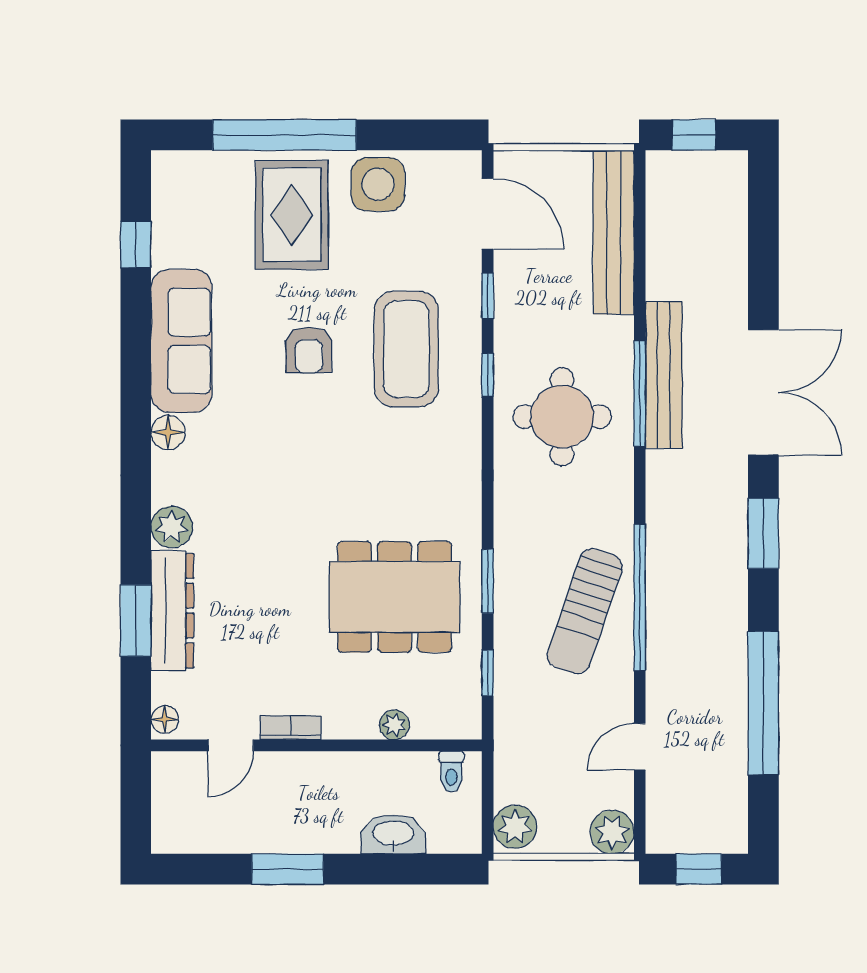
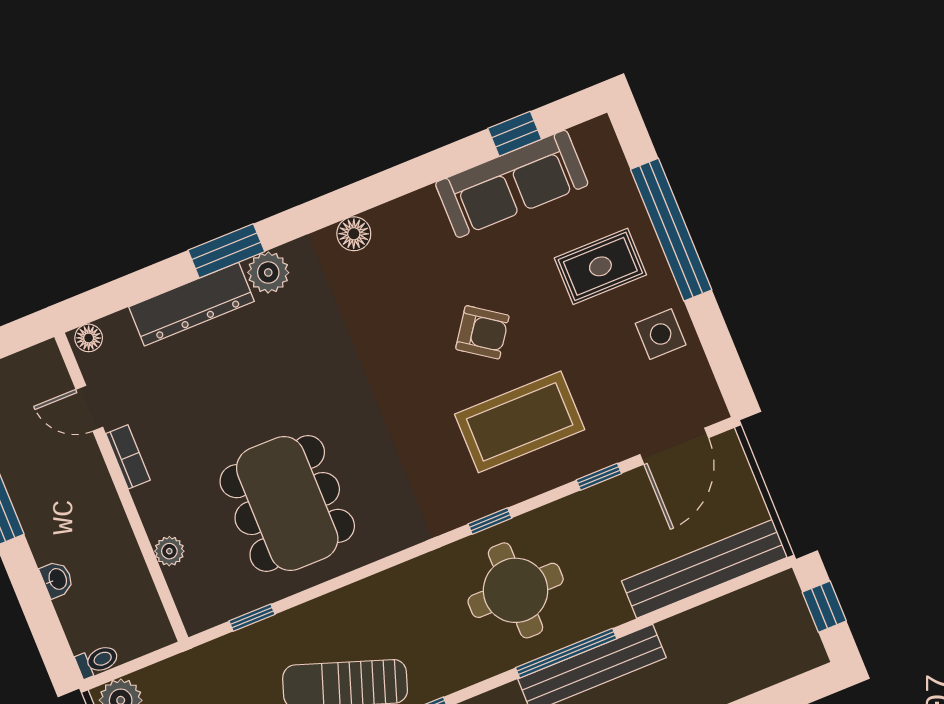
side table: (378, 184) -> (661, 334), width x0.73, depth x0.73
rug: (292, 215) -> (600, 266), width x0.73, depth x0.70
sofa: (181, 341) -> (512, 184), moved
armchair: (309, 350) -> (482, 332), turned -145
window: (488, 375) -> (490, 521), moved
window: (488, 581) -> (336, 583), removed
window: (136, 621) -> (226, 251), moved
toilet: (451, 772) -> (97, 661), moved, turned 180
washbasin: (393, 834) -> (57, 579), width x0.52, depth x0.69

